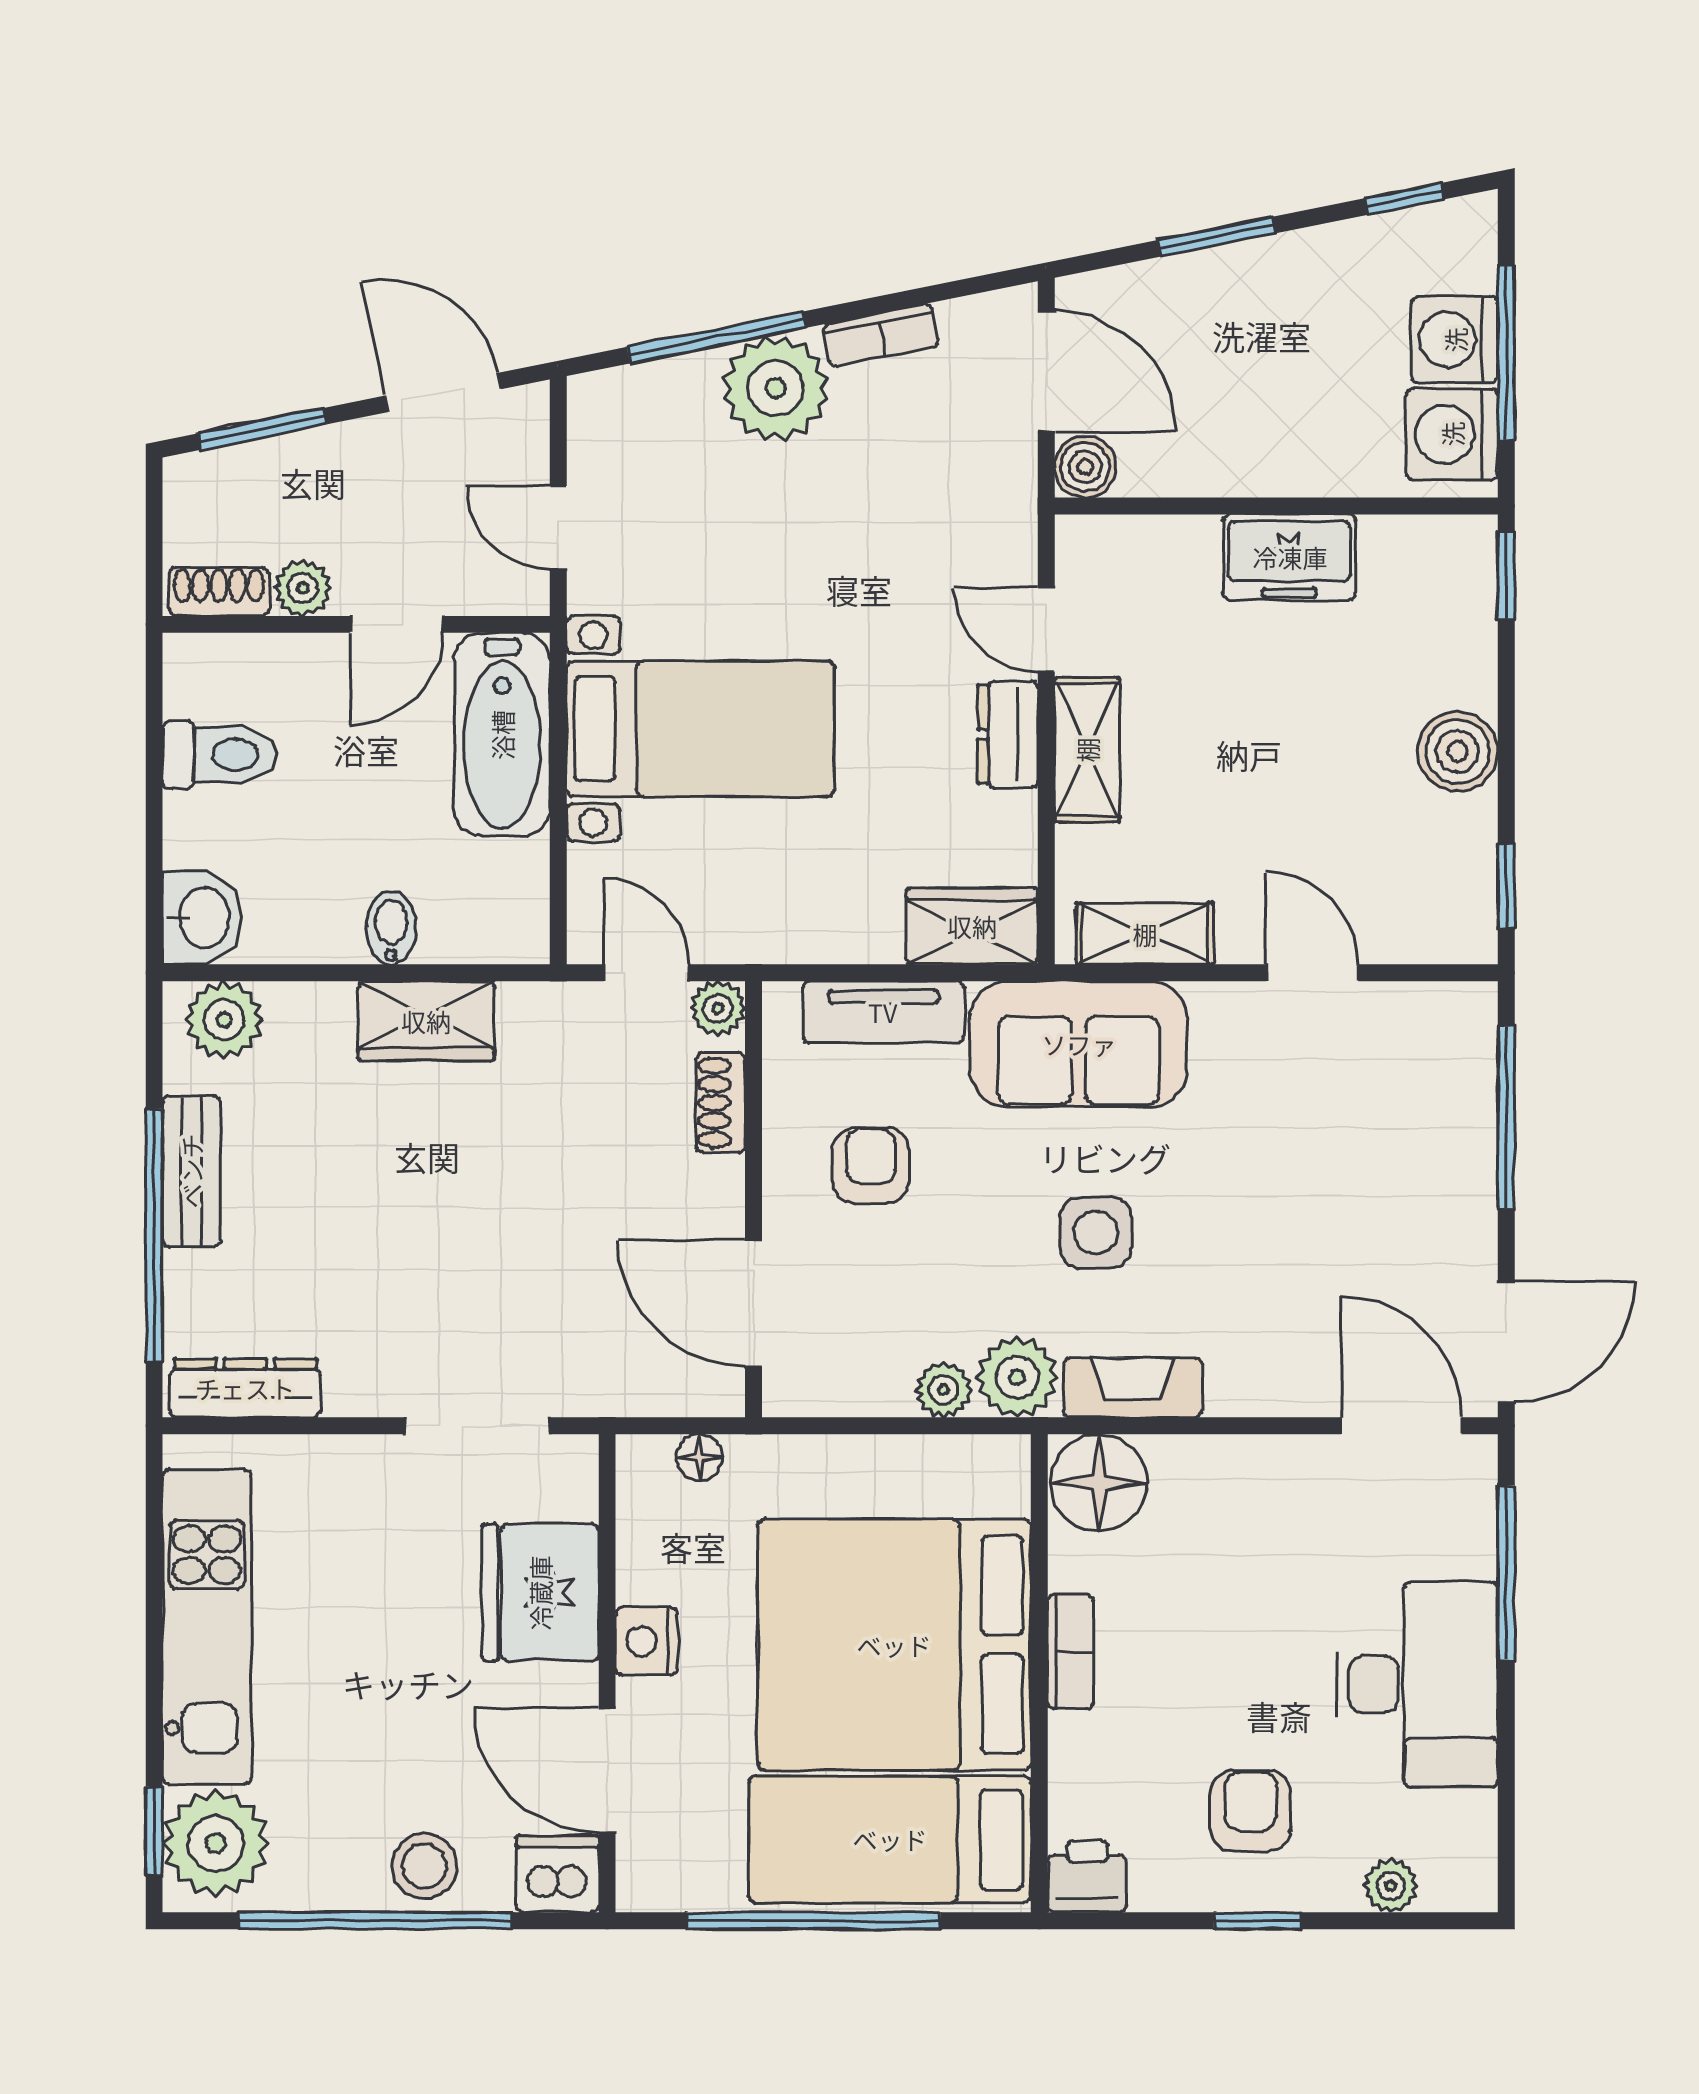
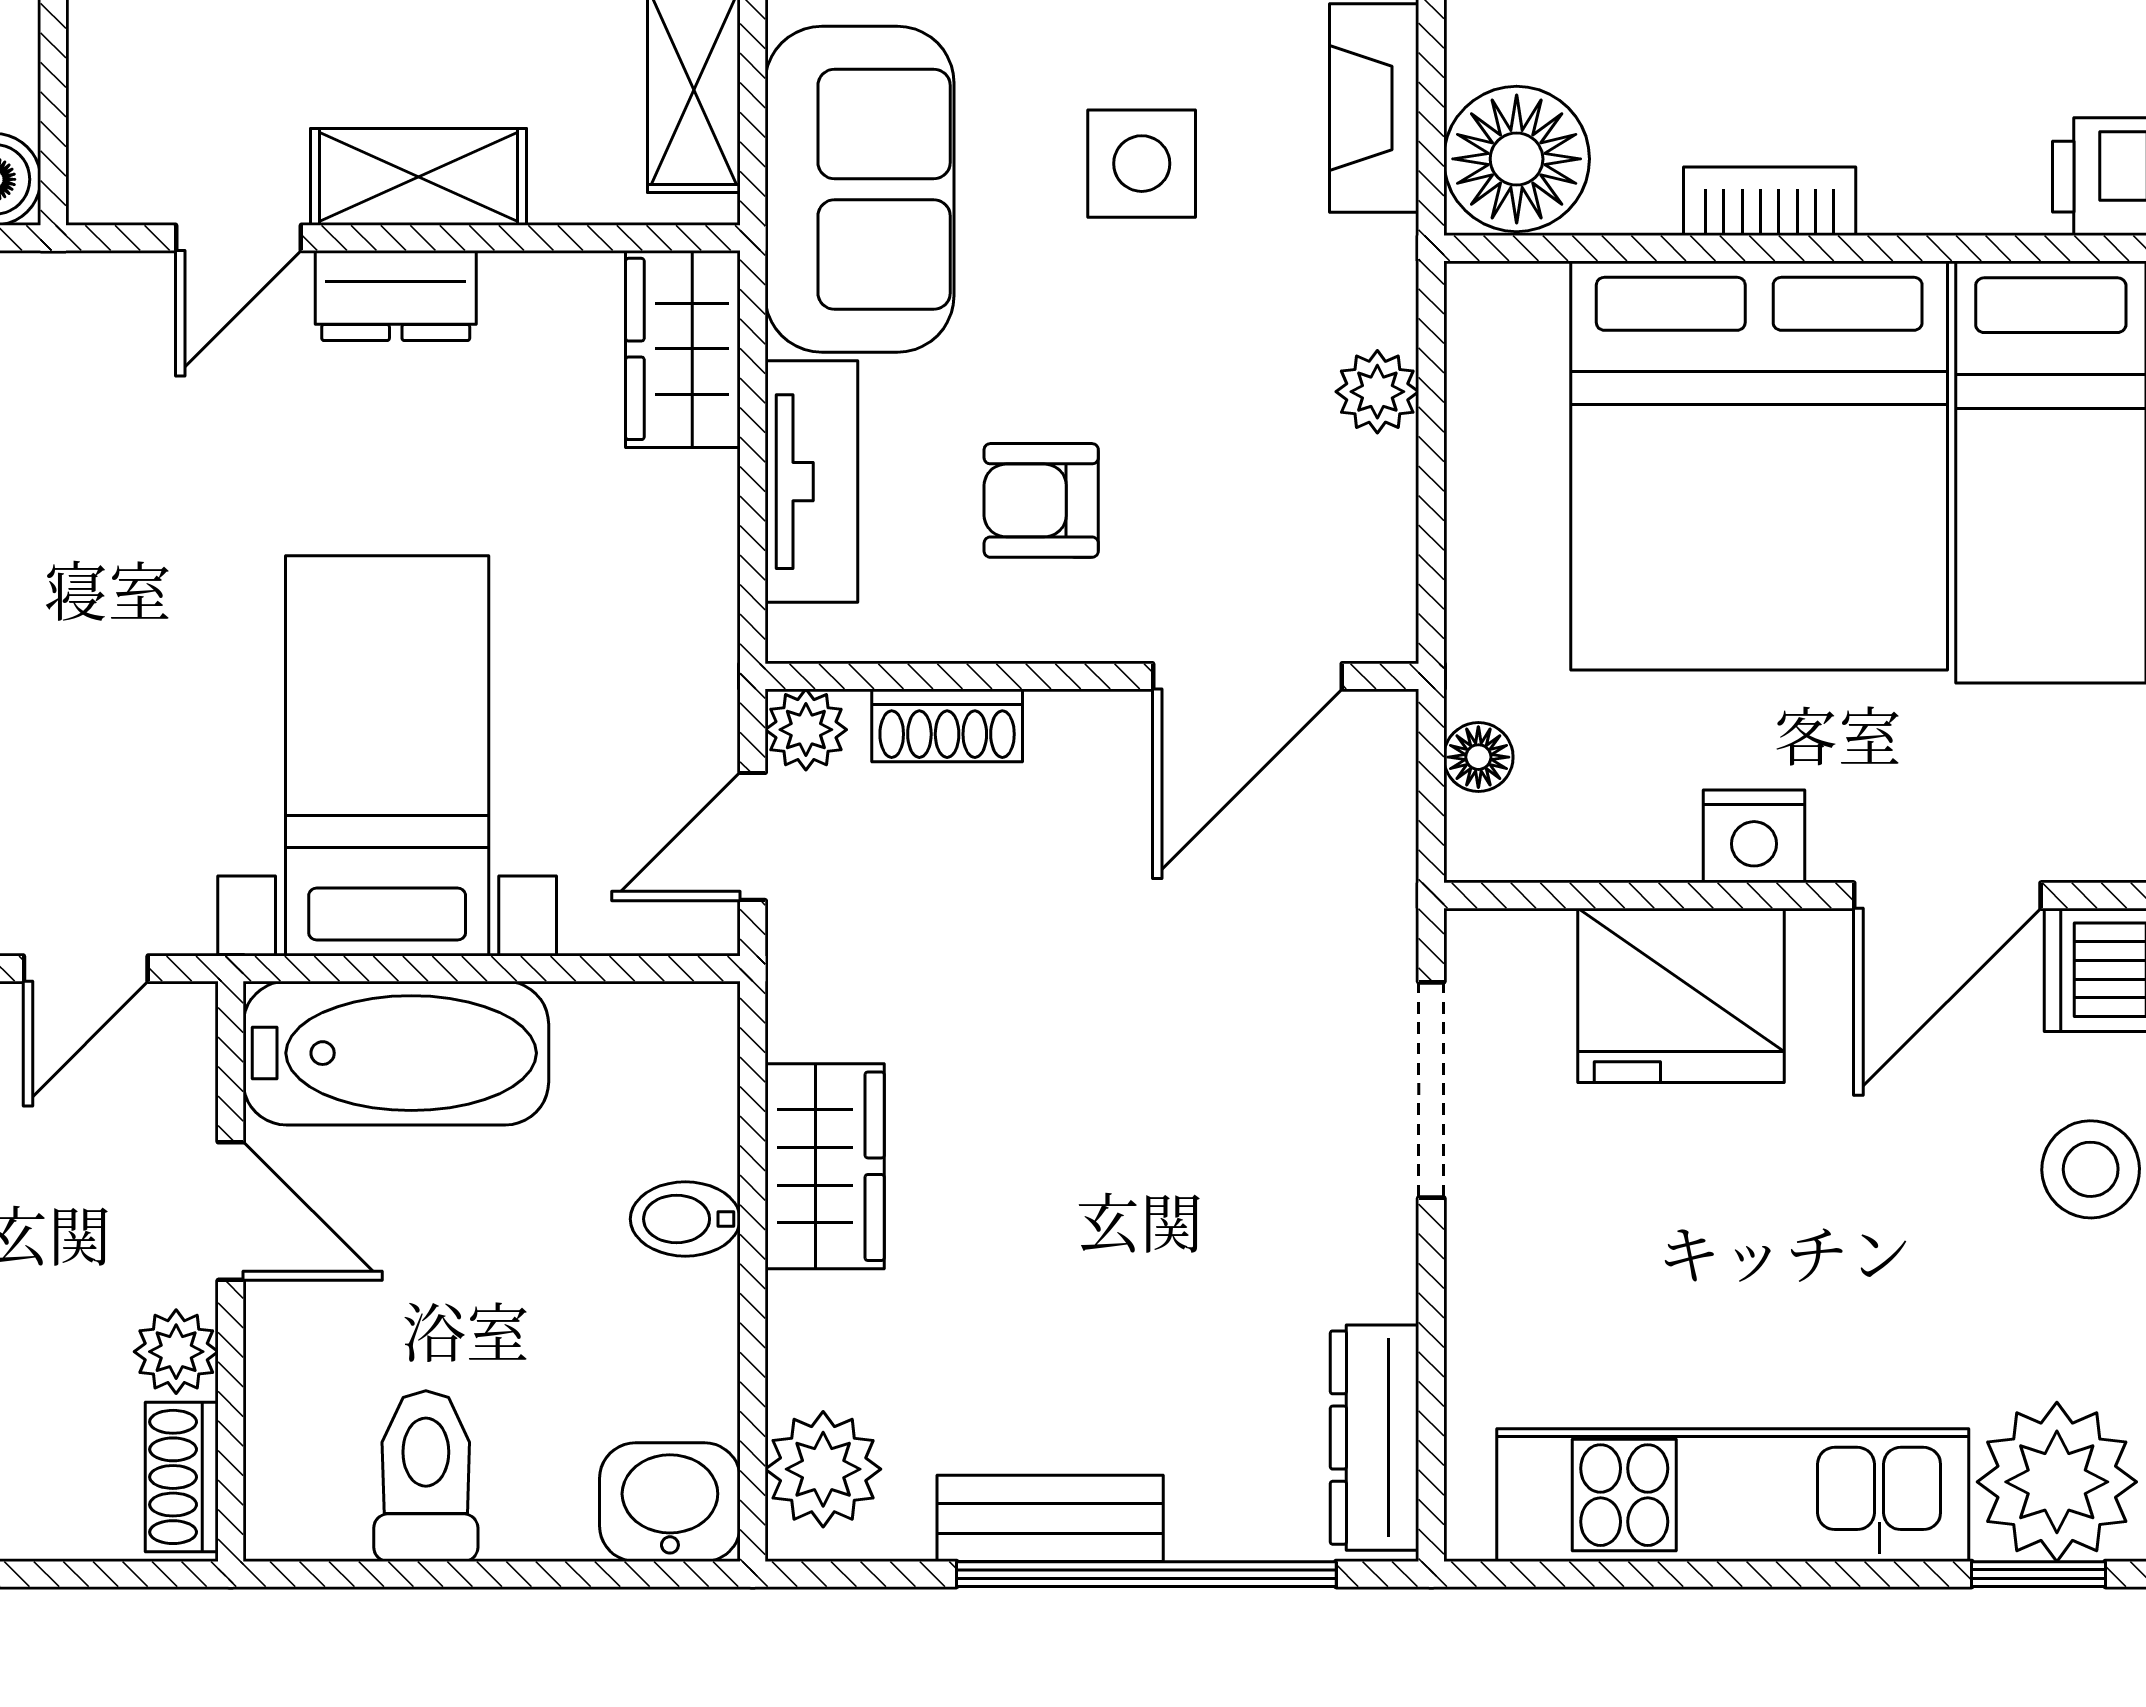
plant: (1017, 1377) -> (1358, 281), removed

